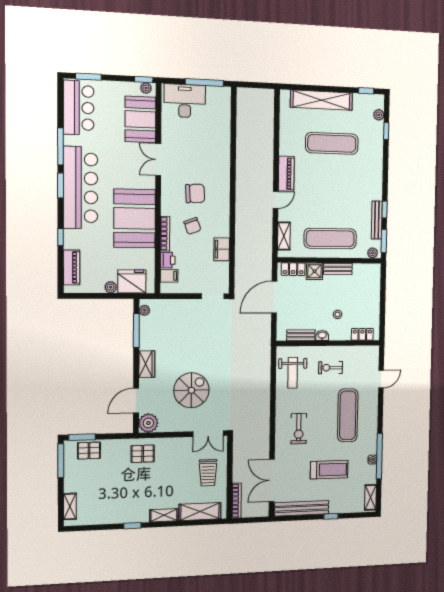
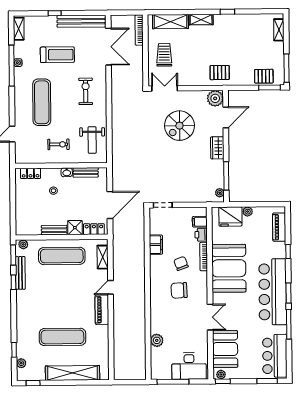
plant: (223, 134) -> (157, 340), added
weight bench: (293, 373) -> (92, 140), turned 180
treadmill: (329, 470) -> (57, 55), turned 180

